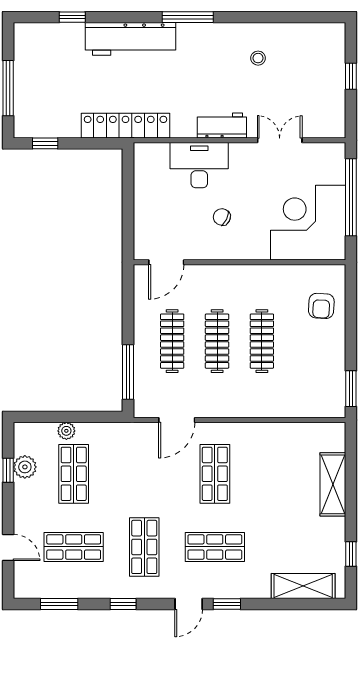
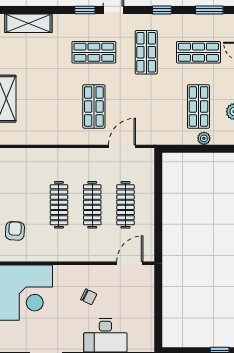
window: (128, 372) -> (158, 182), removed

